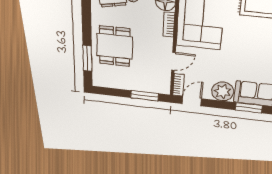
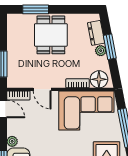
dining table: (115, 46) -> (51, 35), turned 90
plant: (223, 91) -> (12, 141), width x0.53, depth x0.53

